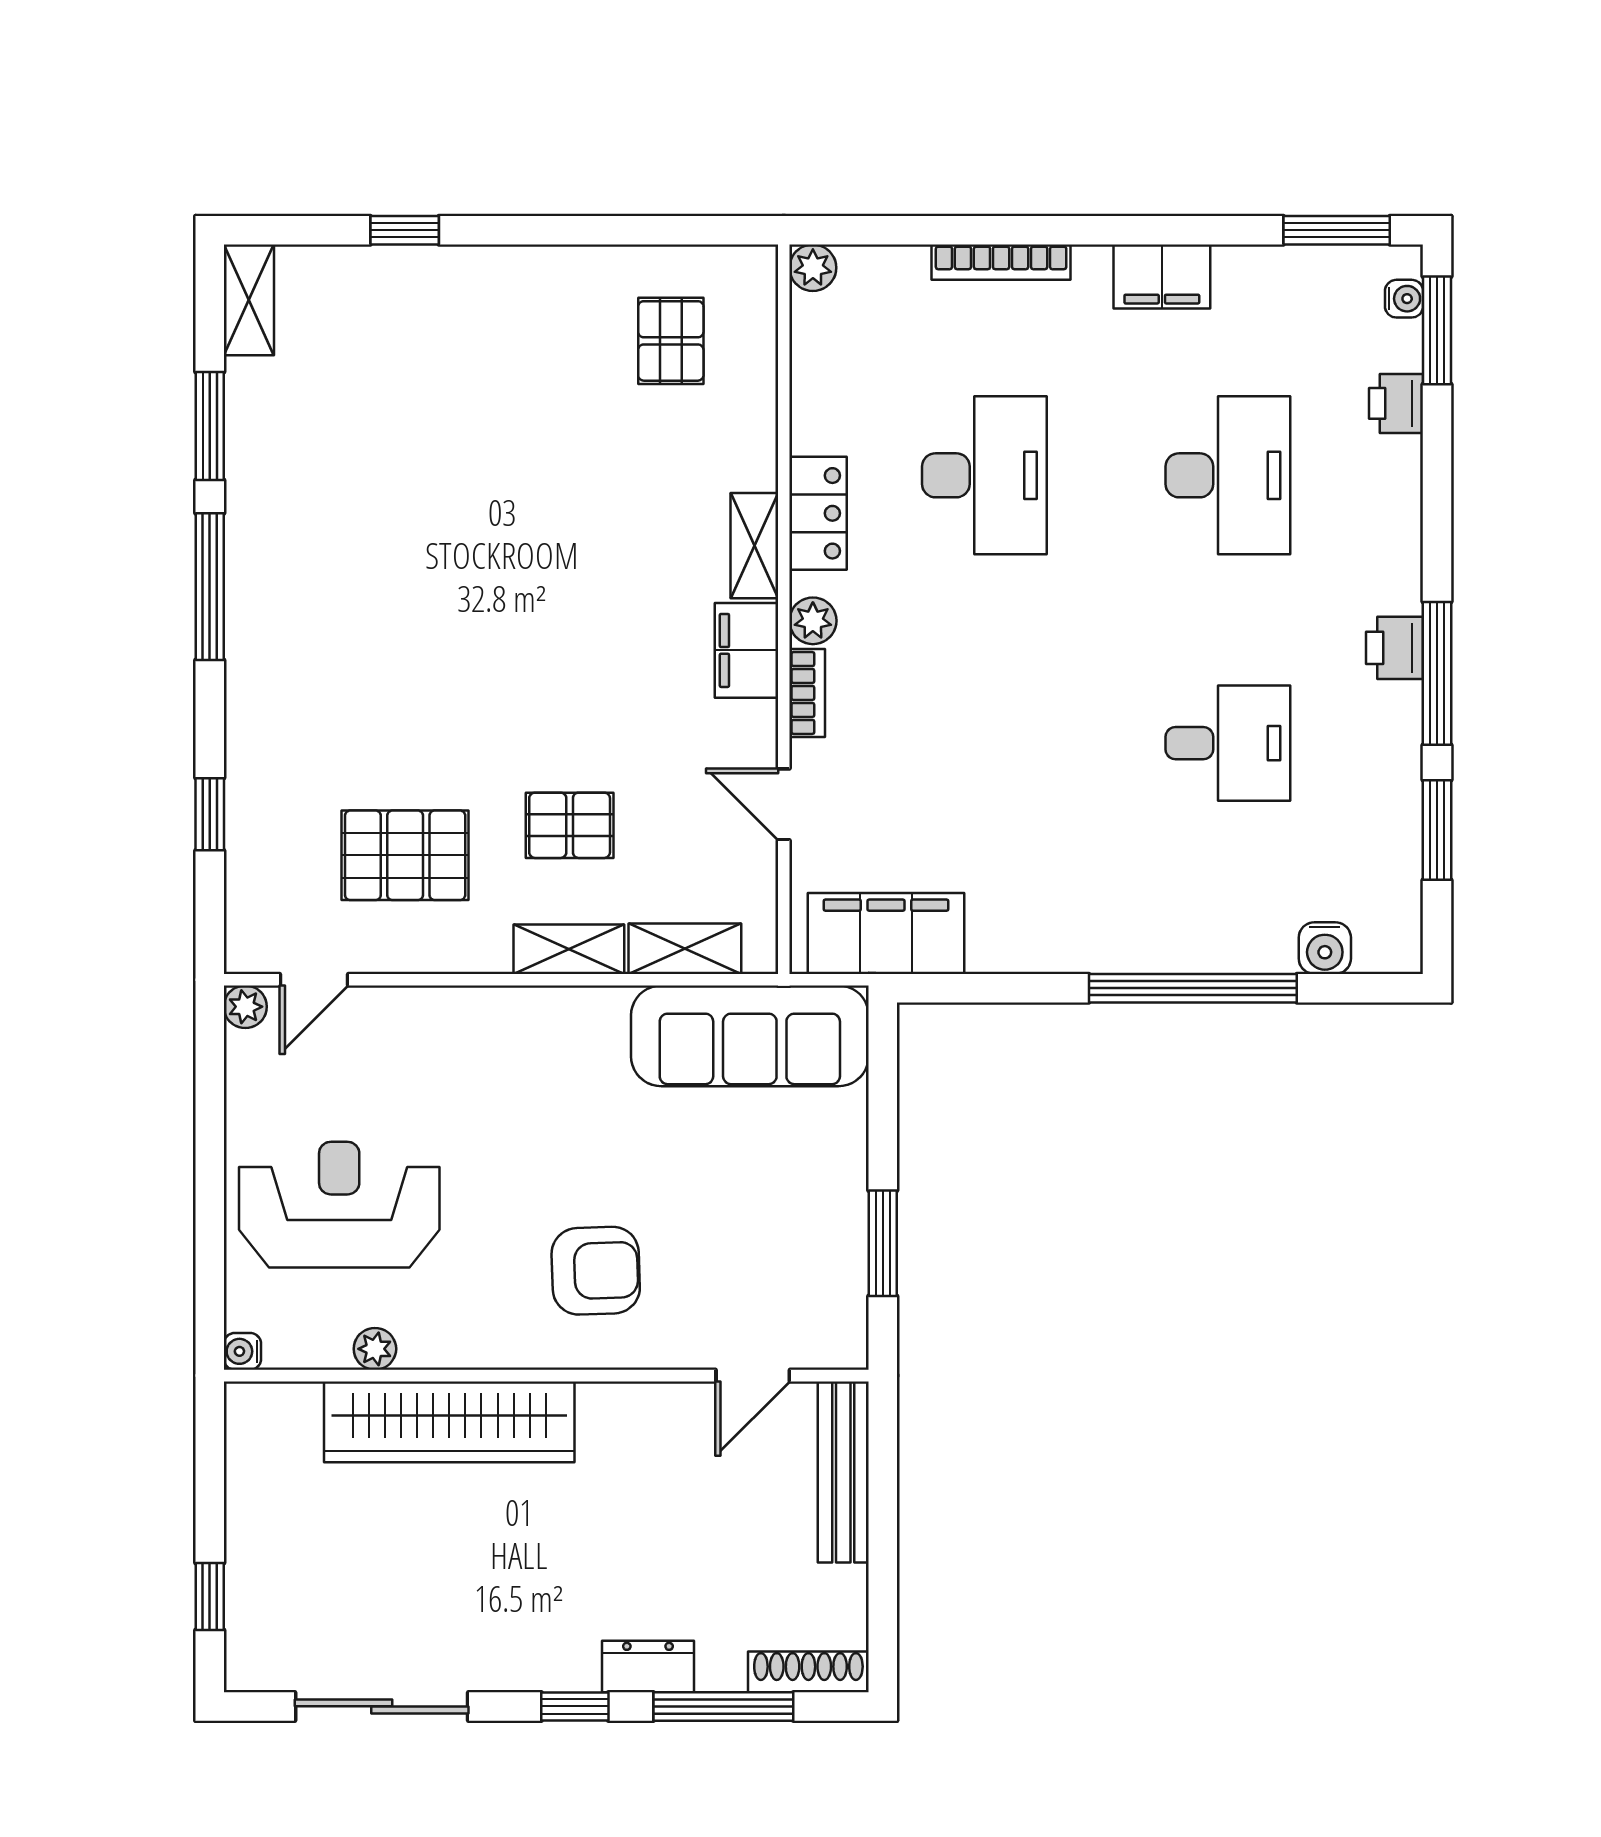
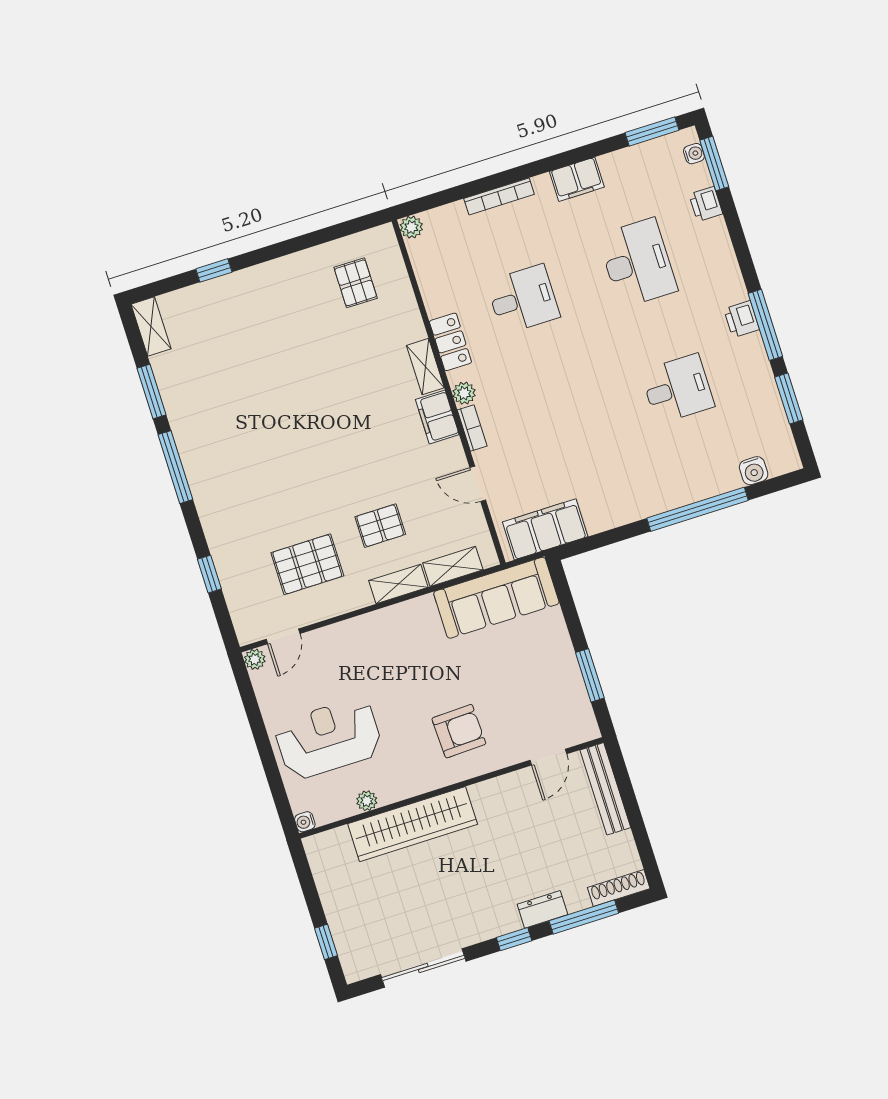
desk: (984, 475) -> (523, 299), width x0.73

